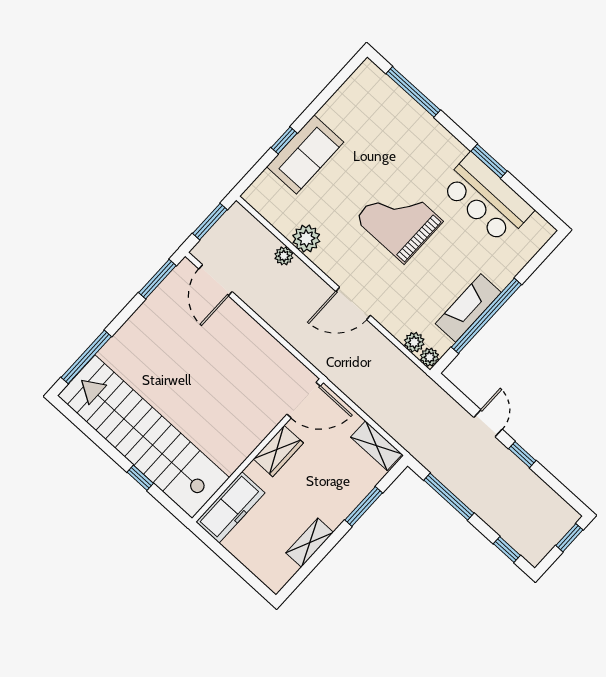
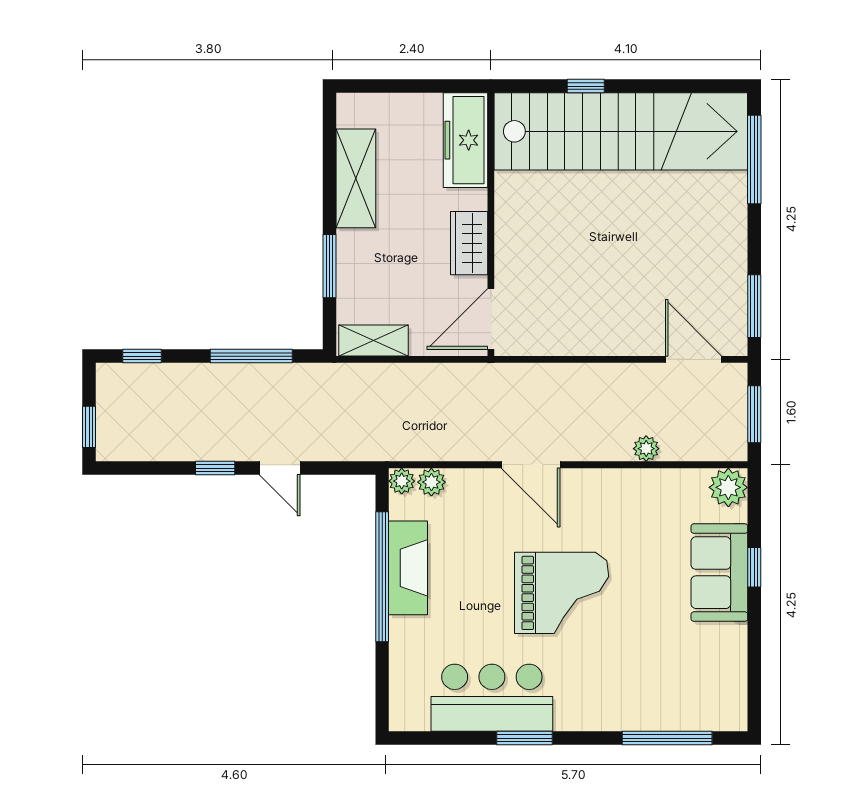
plant: (306, 238) -> (728, 487), moved
door: (353, 303) -> (531, 465), swing flipped
shelving: (310, 543) -> (356, 178), width x1.50, depth x1.33

